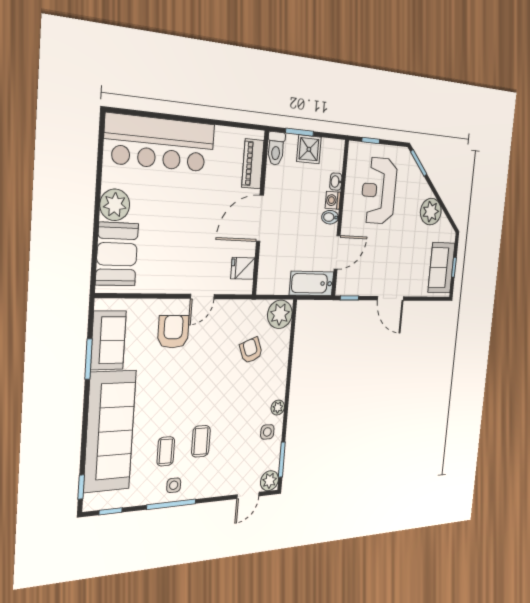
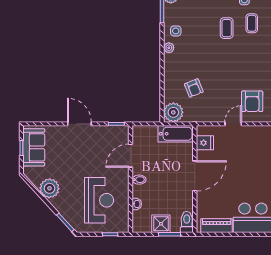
piano: (253, 164) -> (217, 226), moved, turned -90
washing machine: (333, 200) -> (138, 191), removed
bathtub: (312, 283) -> (176, 134), moved

